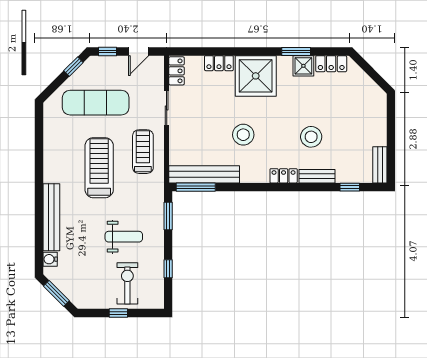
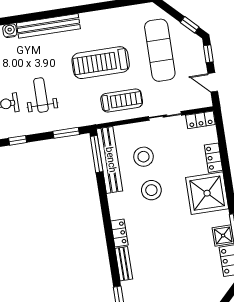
stool: (311, 137) -> (143, 157), moved
treadmill: (99, 168) -> (101, 63), turned 180
weight bench: (124, 237) -> (41, 95), turned 180

